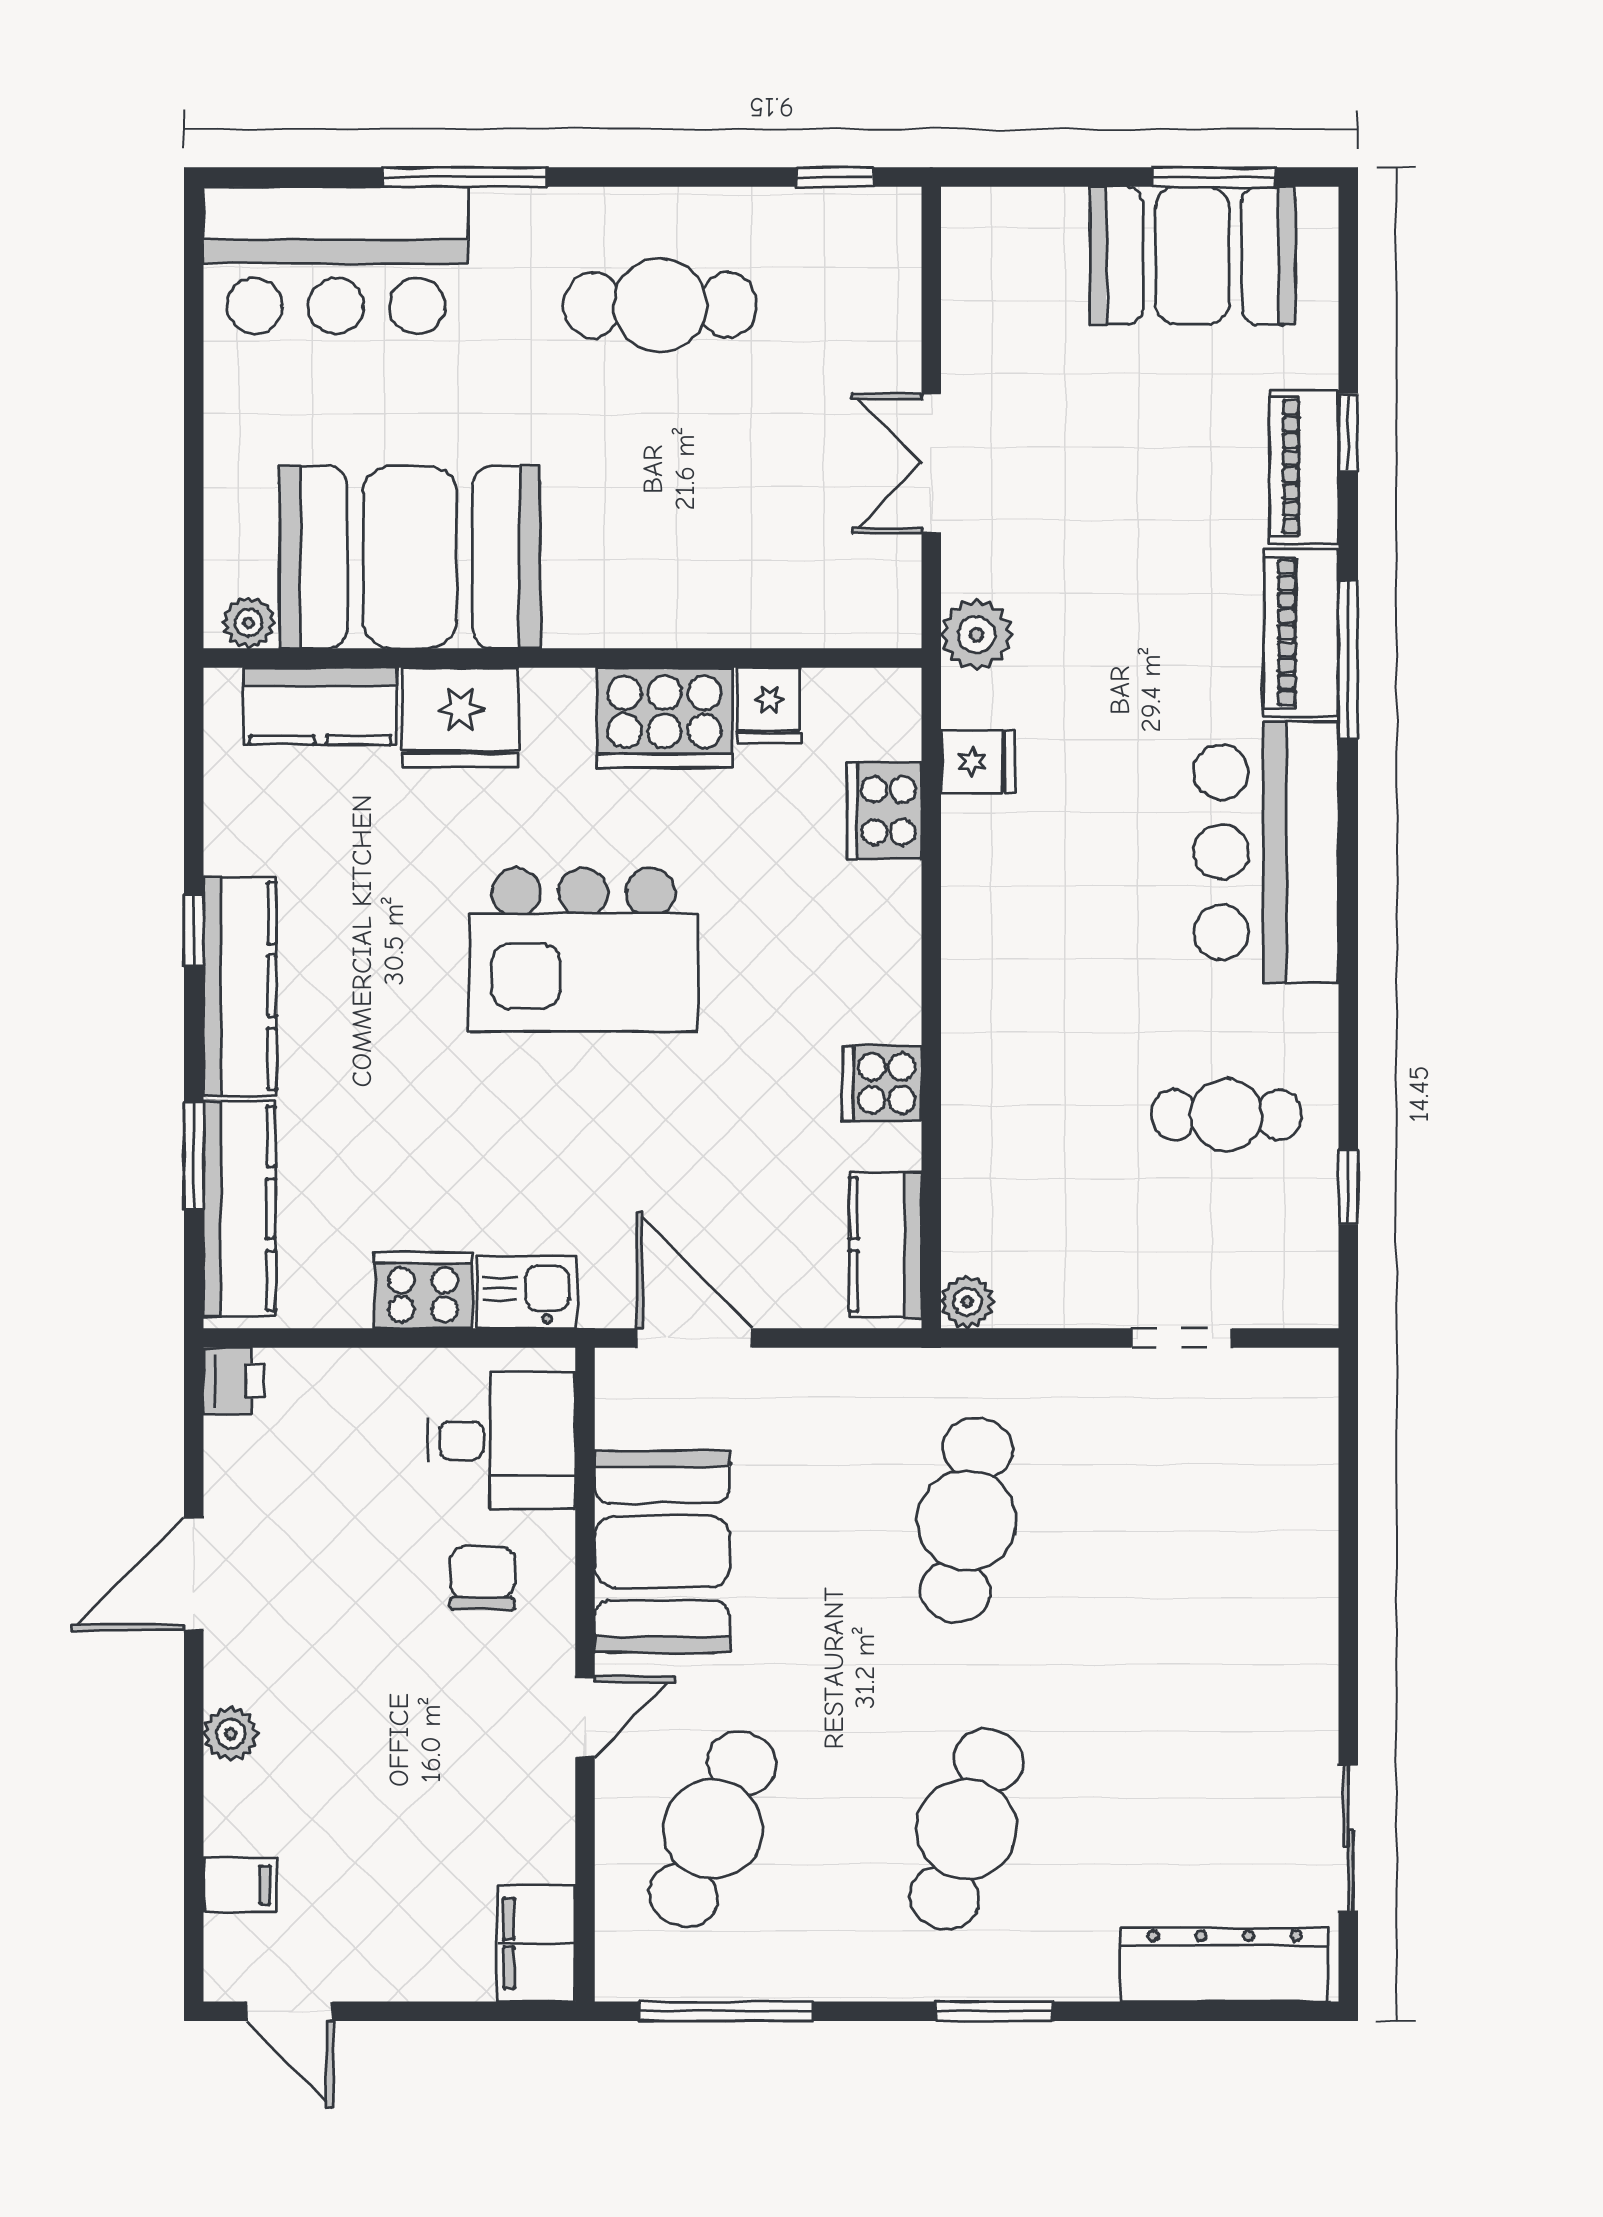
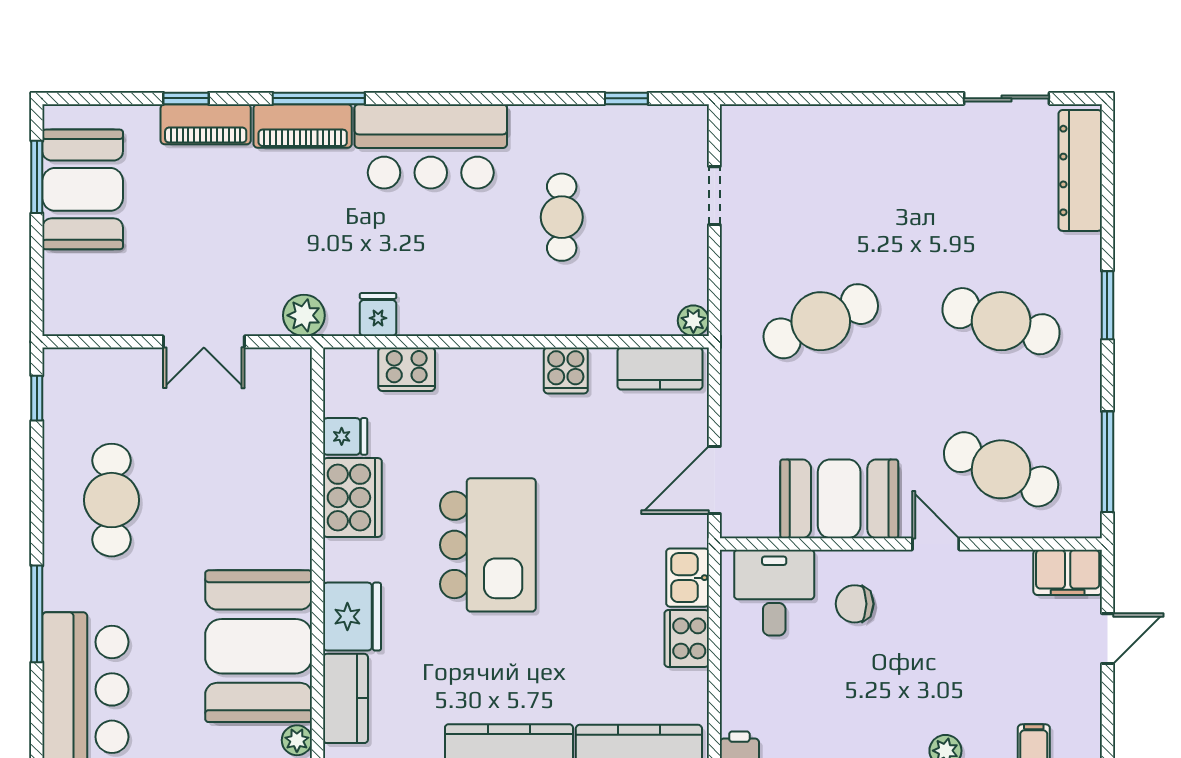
cafe table: (1227, 1115) -> (562, 217), moved
cafe table: (967, 1520) -> (821, 321), turned -33
door: (289, 2011) -> (1107, 639), moved

